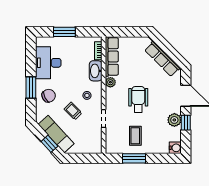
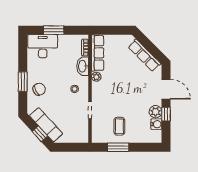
desk: (48, 63) -> (43, 46), moved, turned 90
wheelchair: (138, 99) -> (122, 93), removed
trolley: (73, 111) -> (62, 103), removed
water cooler: (175, 148) -> (156, 124), moved

